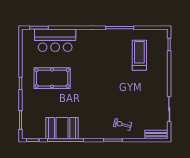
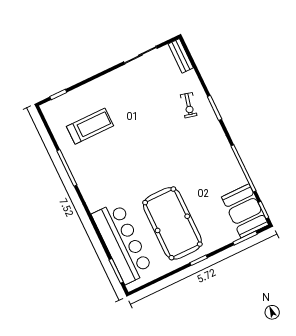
bar counter: (55, 40) -> (122, 243), width x1.36
treadmill: (139, 55) -> (90, 126), turned 180
pool table: (52, 78) -> (172, 223), width x1.36, depth x1.32
booth: (62, 128) -> (245, 211), moved

